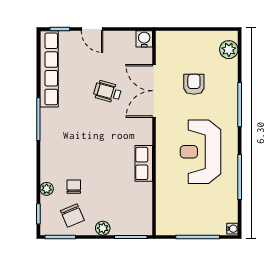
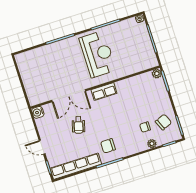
door: (92, 29) -> (42, 147), swing flipped
plant: (229, 50) -> (28, 57), removed
armchair: (194, 84) -> (56, 72), removed
chair: (64, 125) -> (108, 146), added
reception desk: (200, 152) -> (98, 54), turned -90
row of seats: (144, 163) -> (104, 92), moved
plant: (103, 228) -> (157, 74), moved

